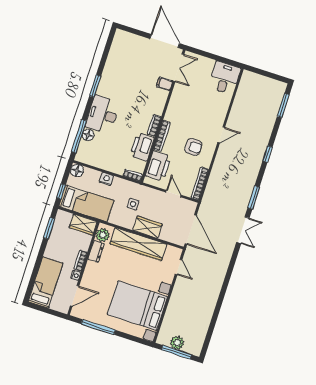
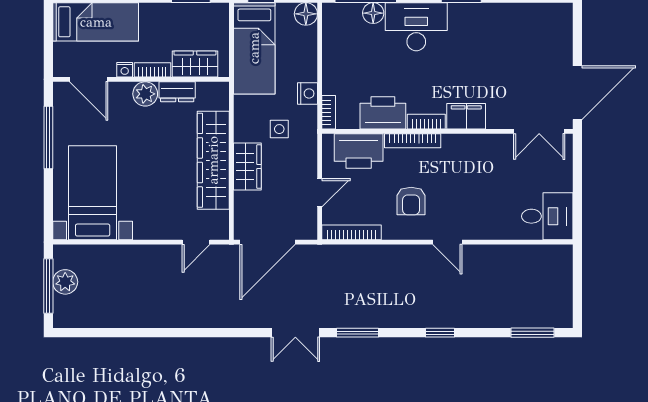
filing cabinet: (165, 84) -> (466, 116), moved, width x2.00
nightstand: (106, 179) -> (307, 93), moved
wardrobe: (83, 225) -> (195, 64), moved, turned 90
plant: (103, 235) -> (145, 94), moved
bed with nightstands: (137, 306) -> (93, 193), width x0.73

